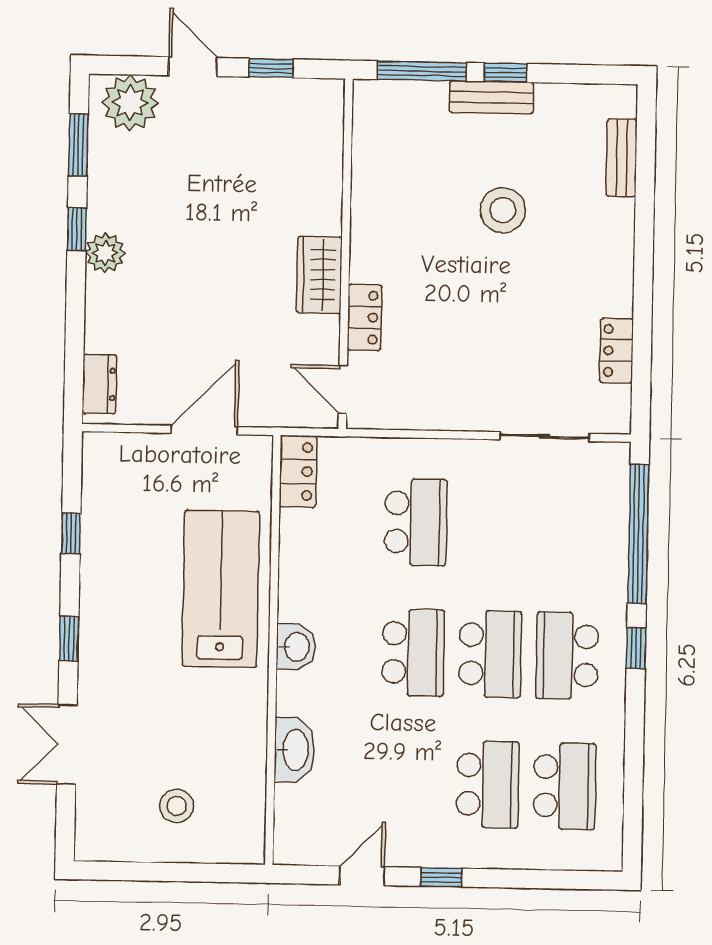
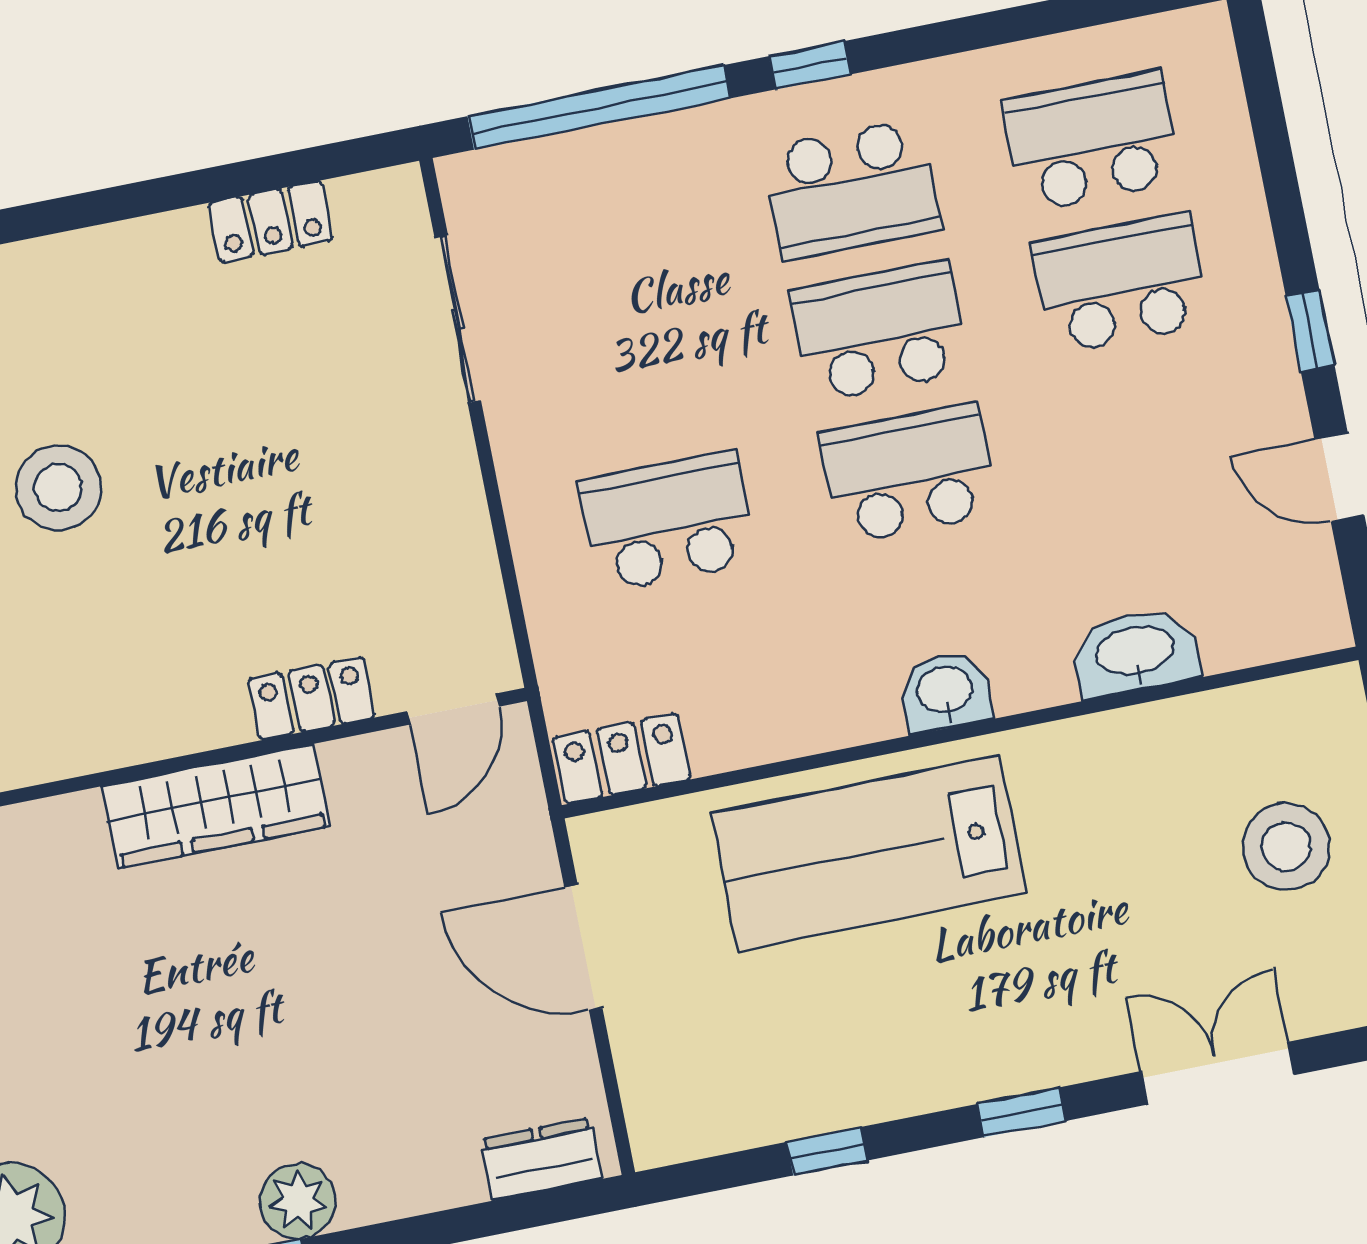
wardrobe: (319, 275) -> (216, 806), width x1.50
double door: (67, 745) -> (1217, 1073), swing flipped
stool: (177, 806) -> (1286, 846), width x1.38, depth x1.38

